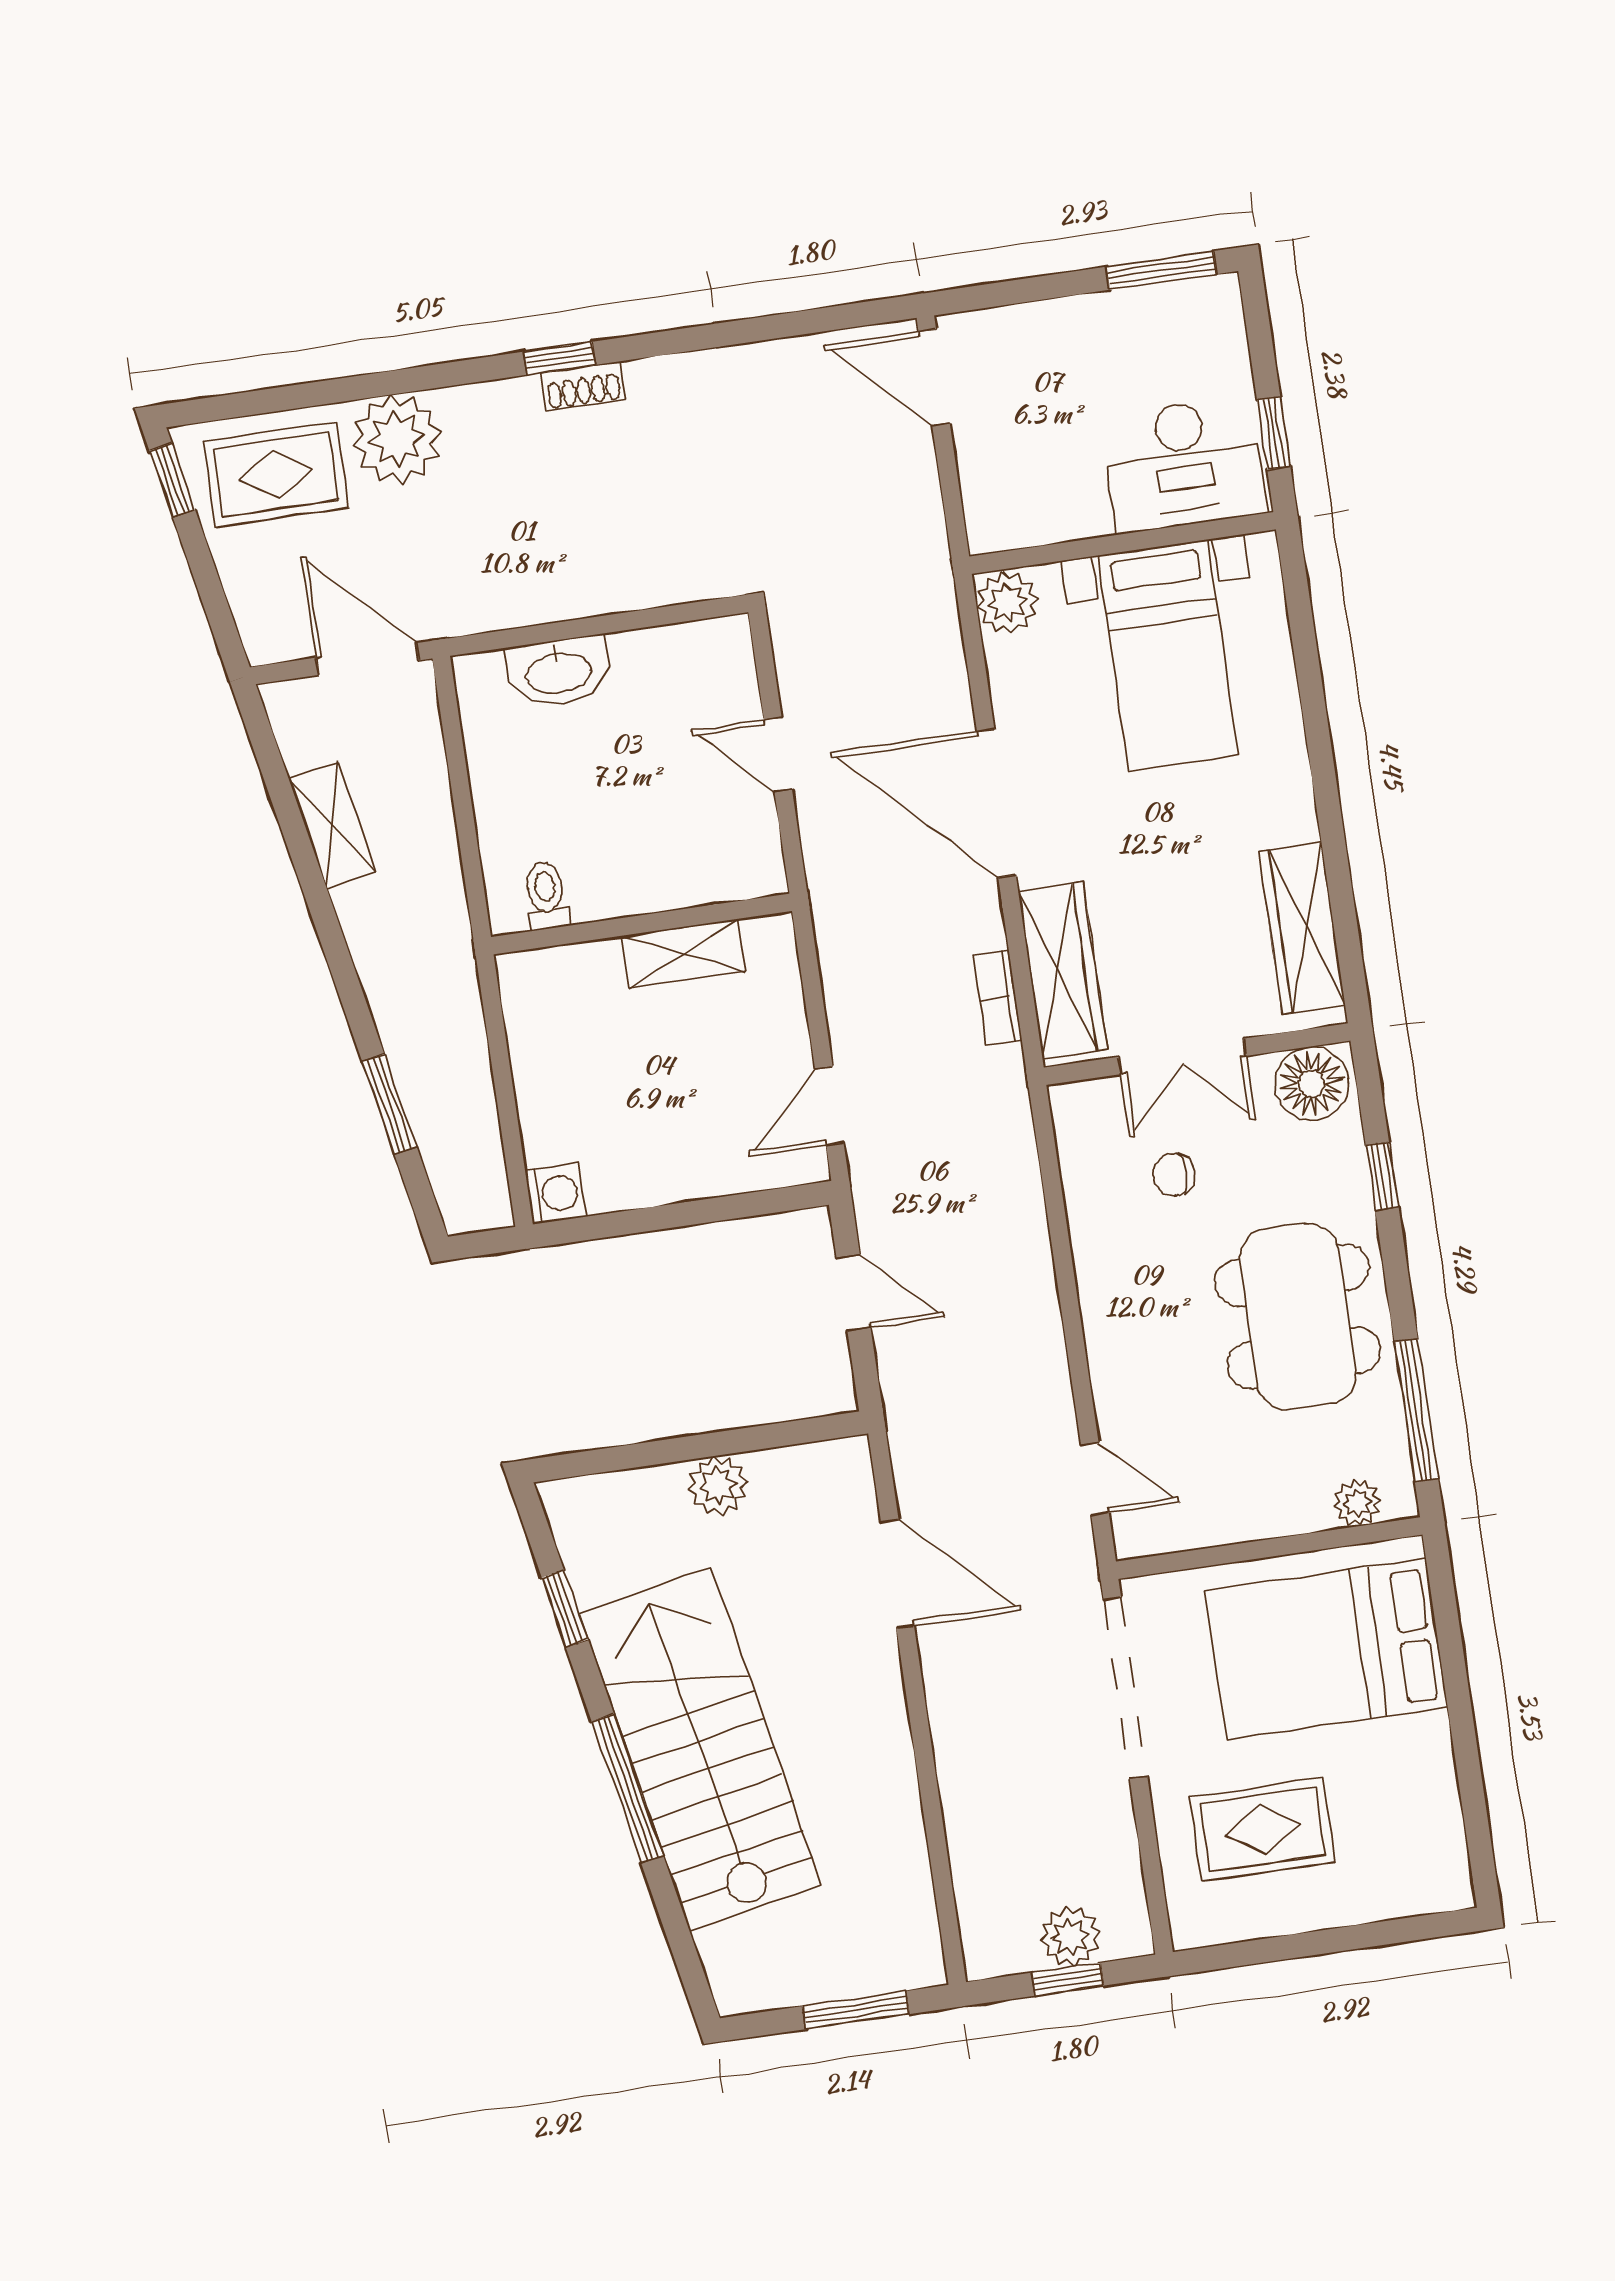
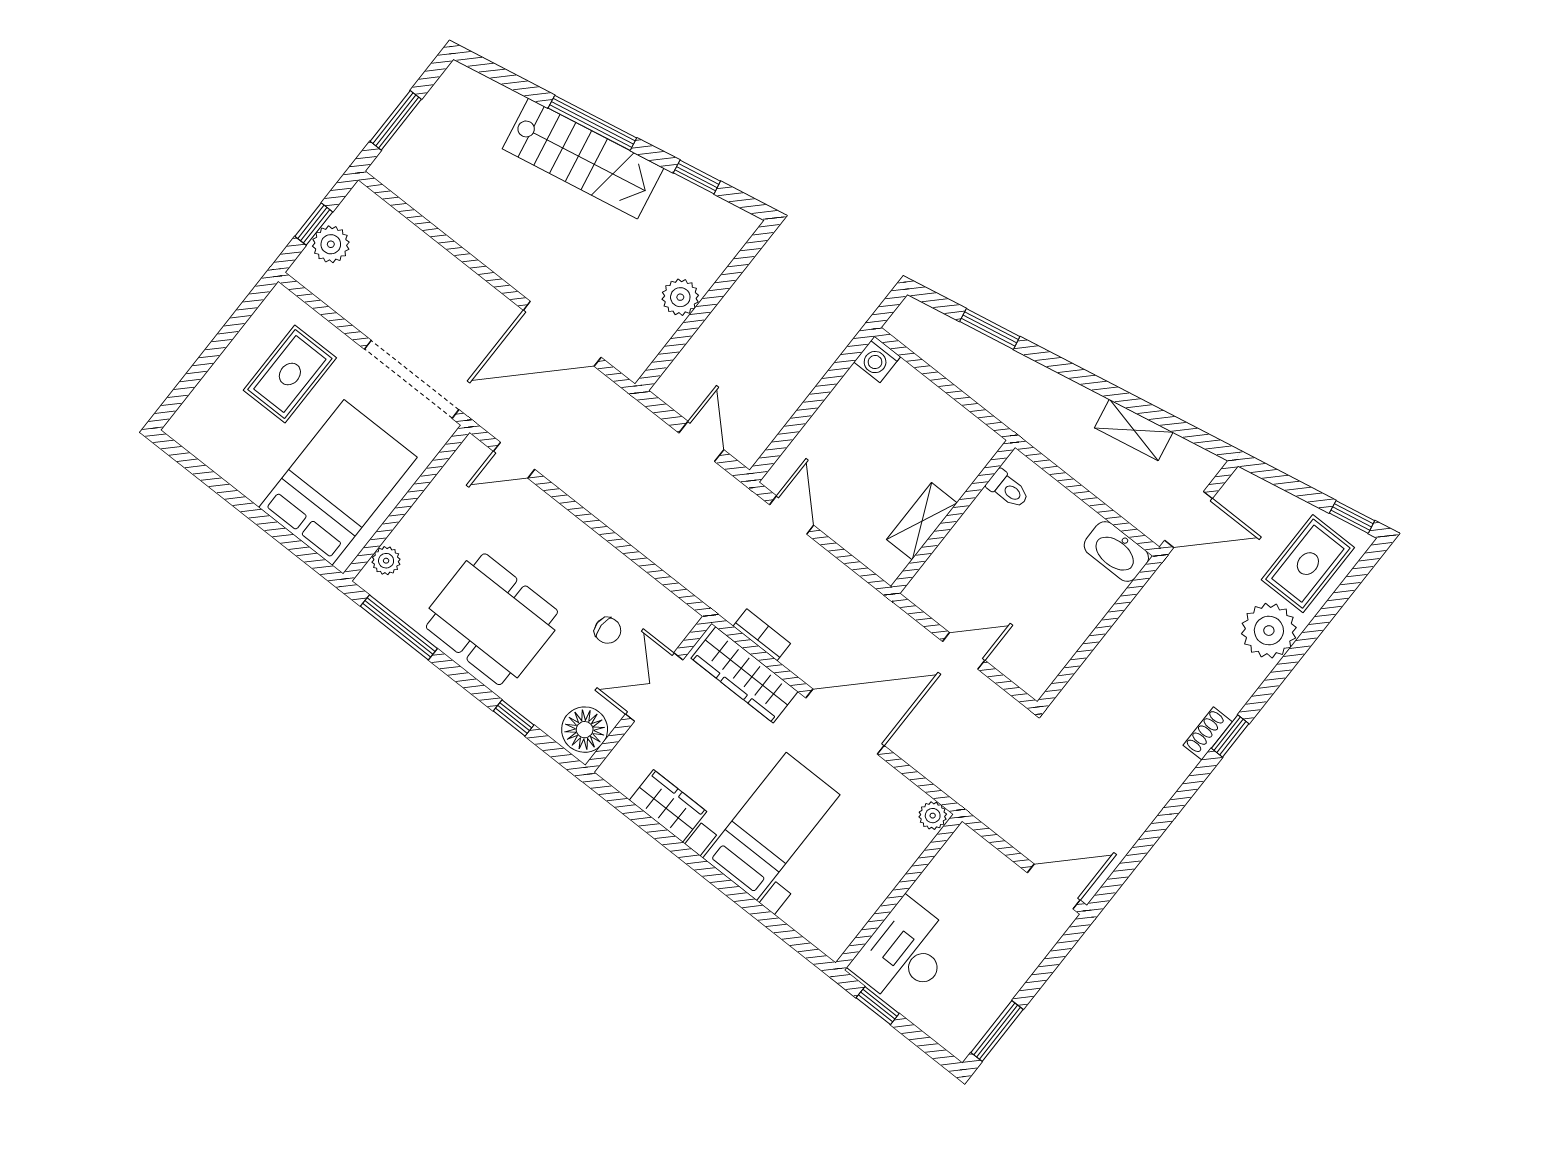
plant: (1007, 603) -> (933, 816), width x0.73, depth x0.73
bed with nightstands: (1168, 656) -> (771, 826), moved, turned 90
washbasin: (558, 671) -> (1116, 551), moved, turned -90
wardrobe: (1302, 928) -> (668, 806), width x0.67
chair: (1174, 1175) -> (608, 630), turned 90
door: (854, 1293) -> (701, 441), swing flipped
door: (898, 1574) -> (562, 334), width x1.36
stairs: (700, 1749) -> (583, 158), width x0.73, depth x0.66

